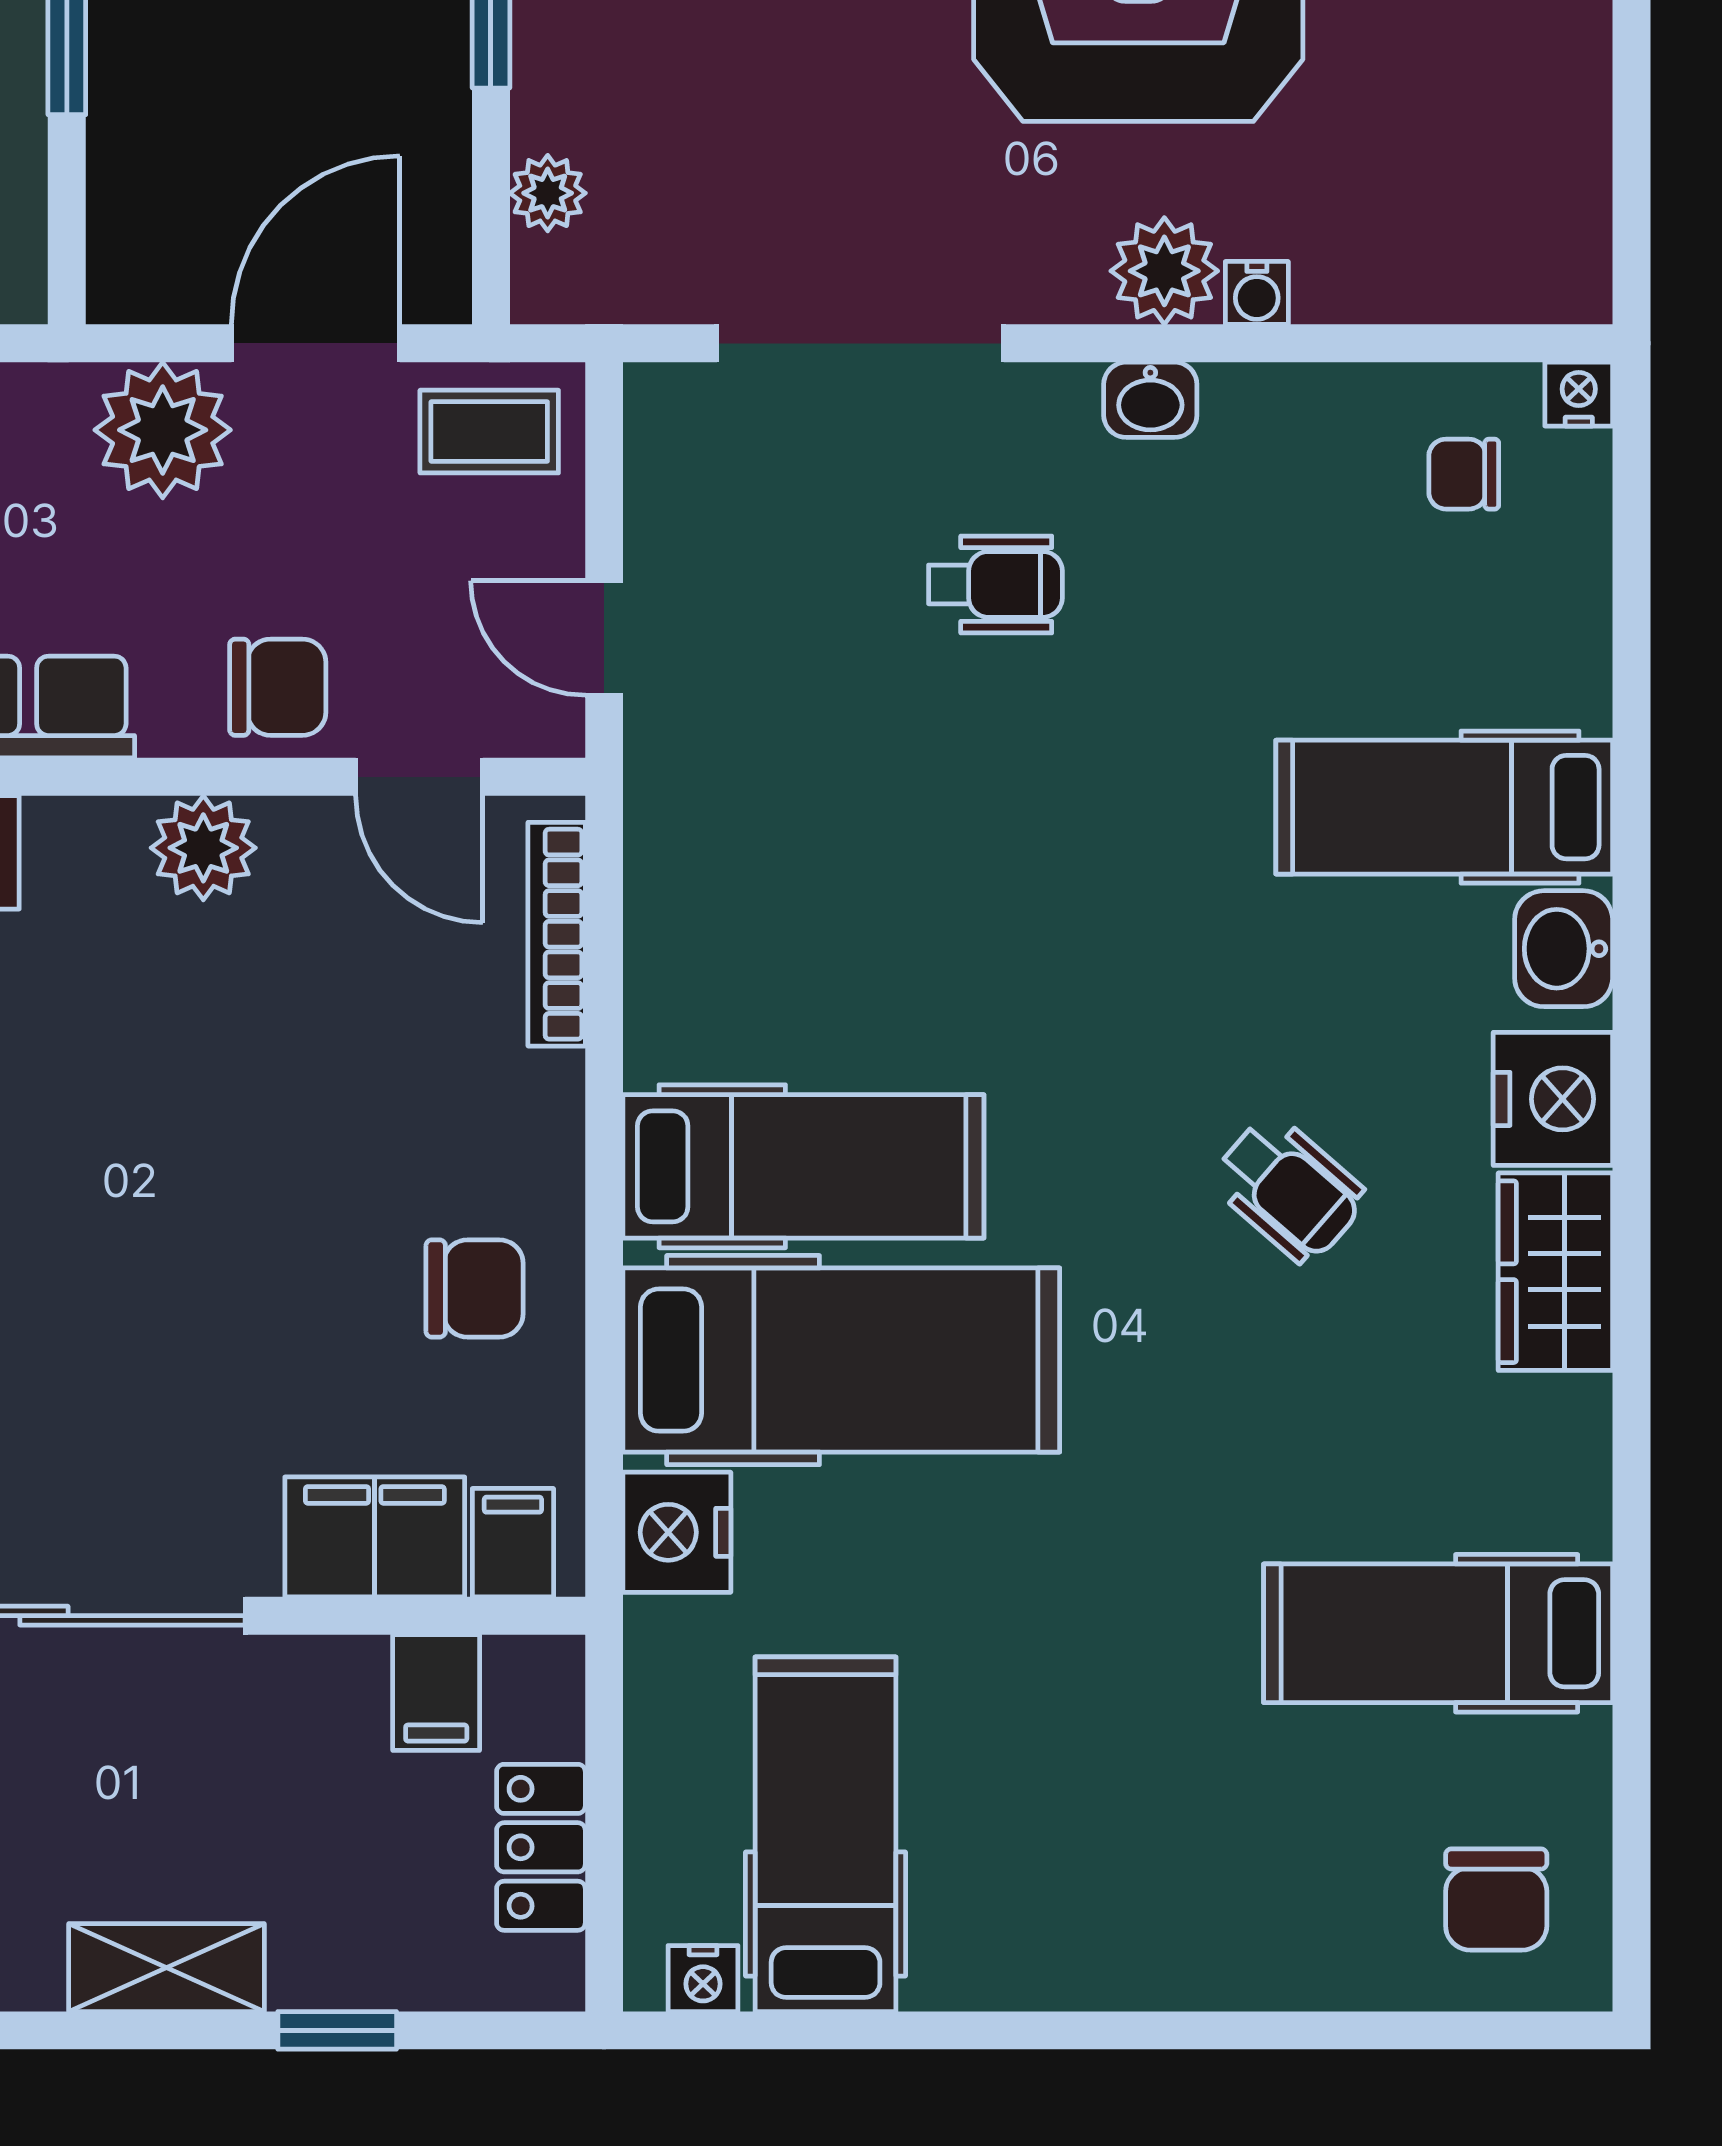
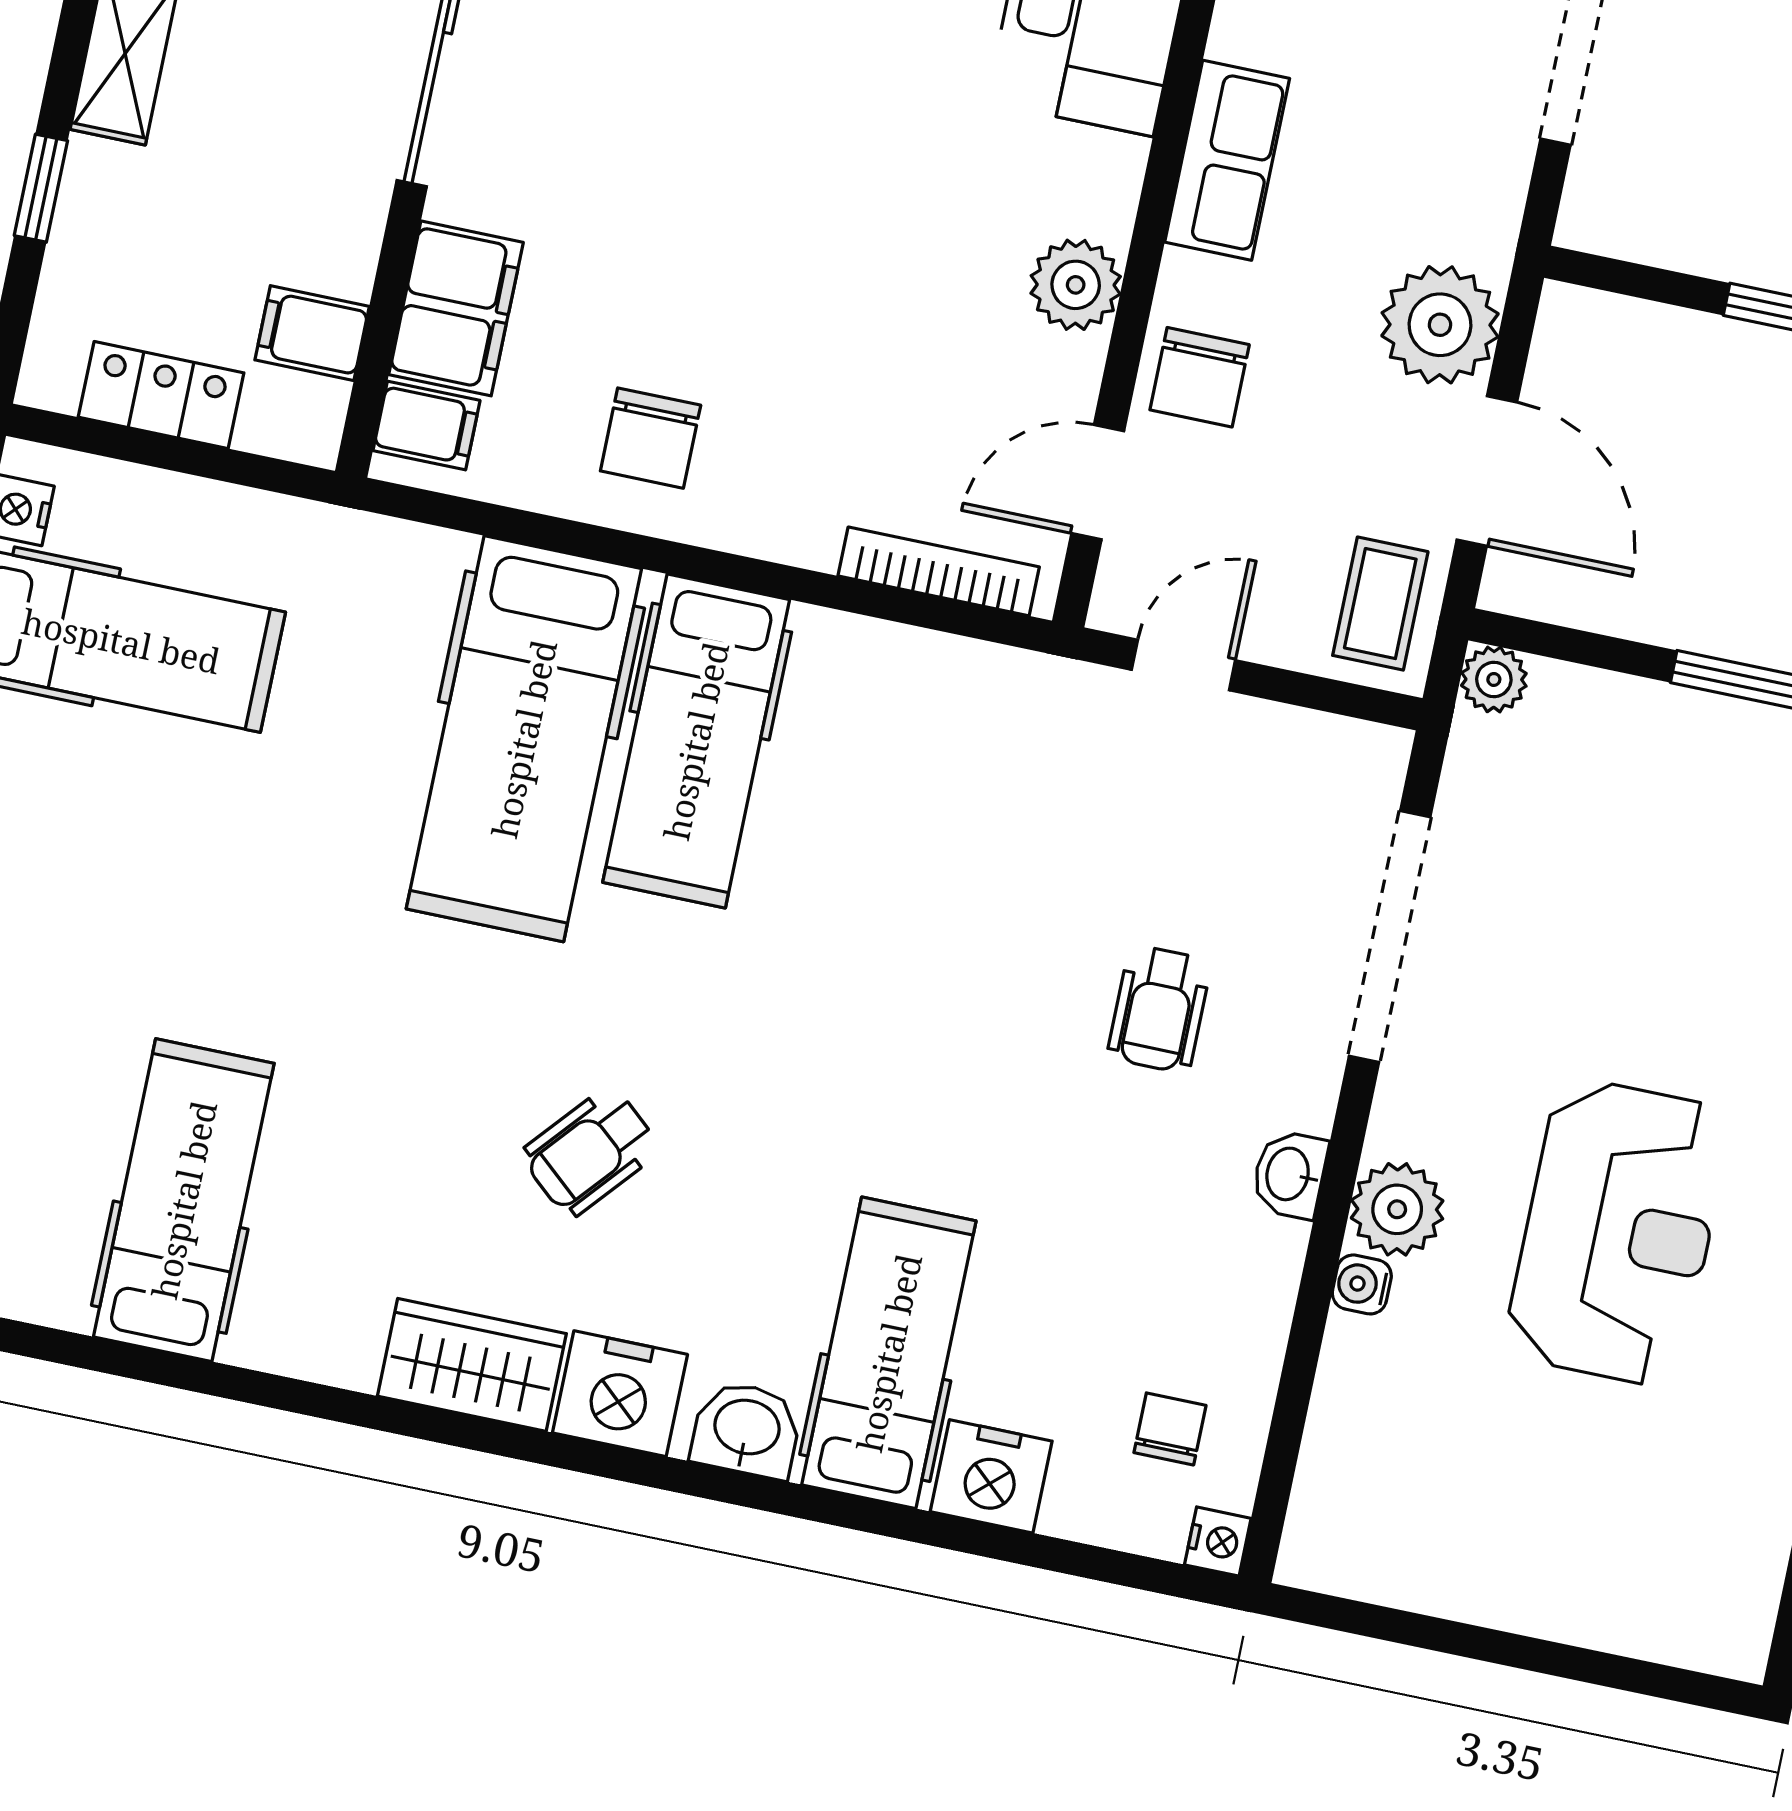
plant: (548, 193) -> (1494, 679), moved
nightstand: (677, 1532) -> (991, 1476), moved, turned 180

